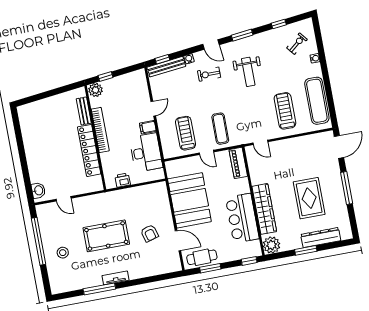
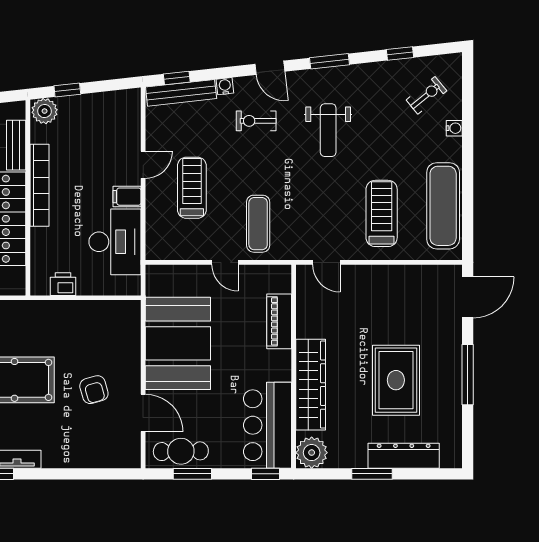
treadmill: (186, 133) -> (192, 188), moved
piano: (238, 163) -> (279, 321), moved
bar counter: (242, 218) -> (268, 425), moved

